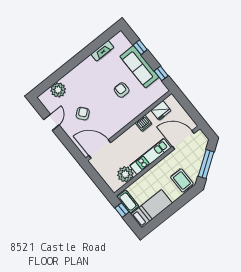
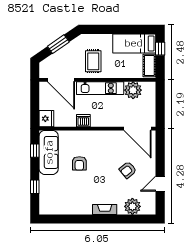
fireplace: (102, 51) -> (105, 209), moved
sofa: (139, 67) -> (49, 152), moved
fridge: (161, 110) -> (46, 119), moved, turned 90
window: (206, 164) -> (58, 44), width x0.69
rug: (182, 180) -> (93, 61), moved
window: (122, 210) -> (160, 49), moved

